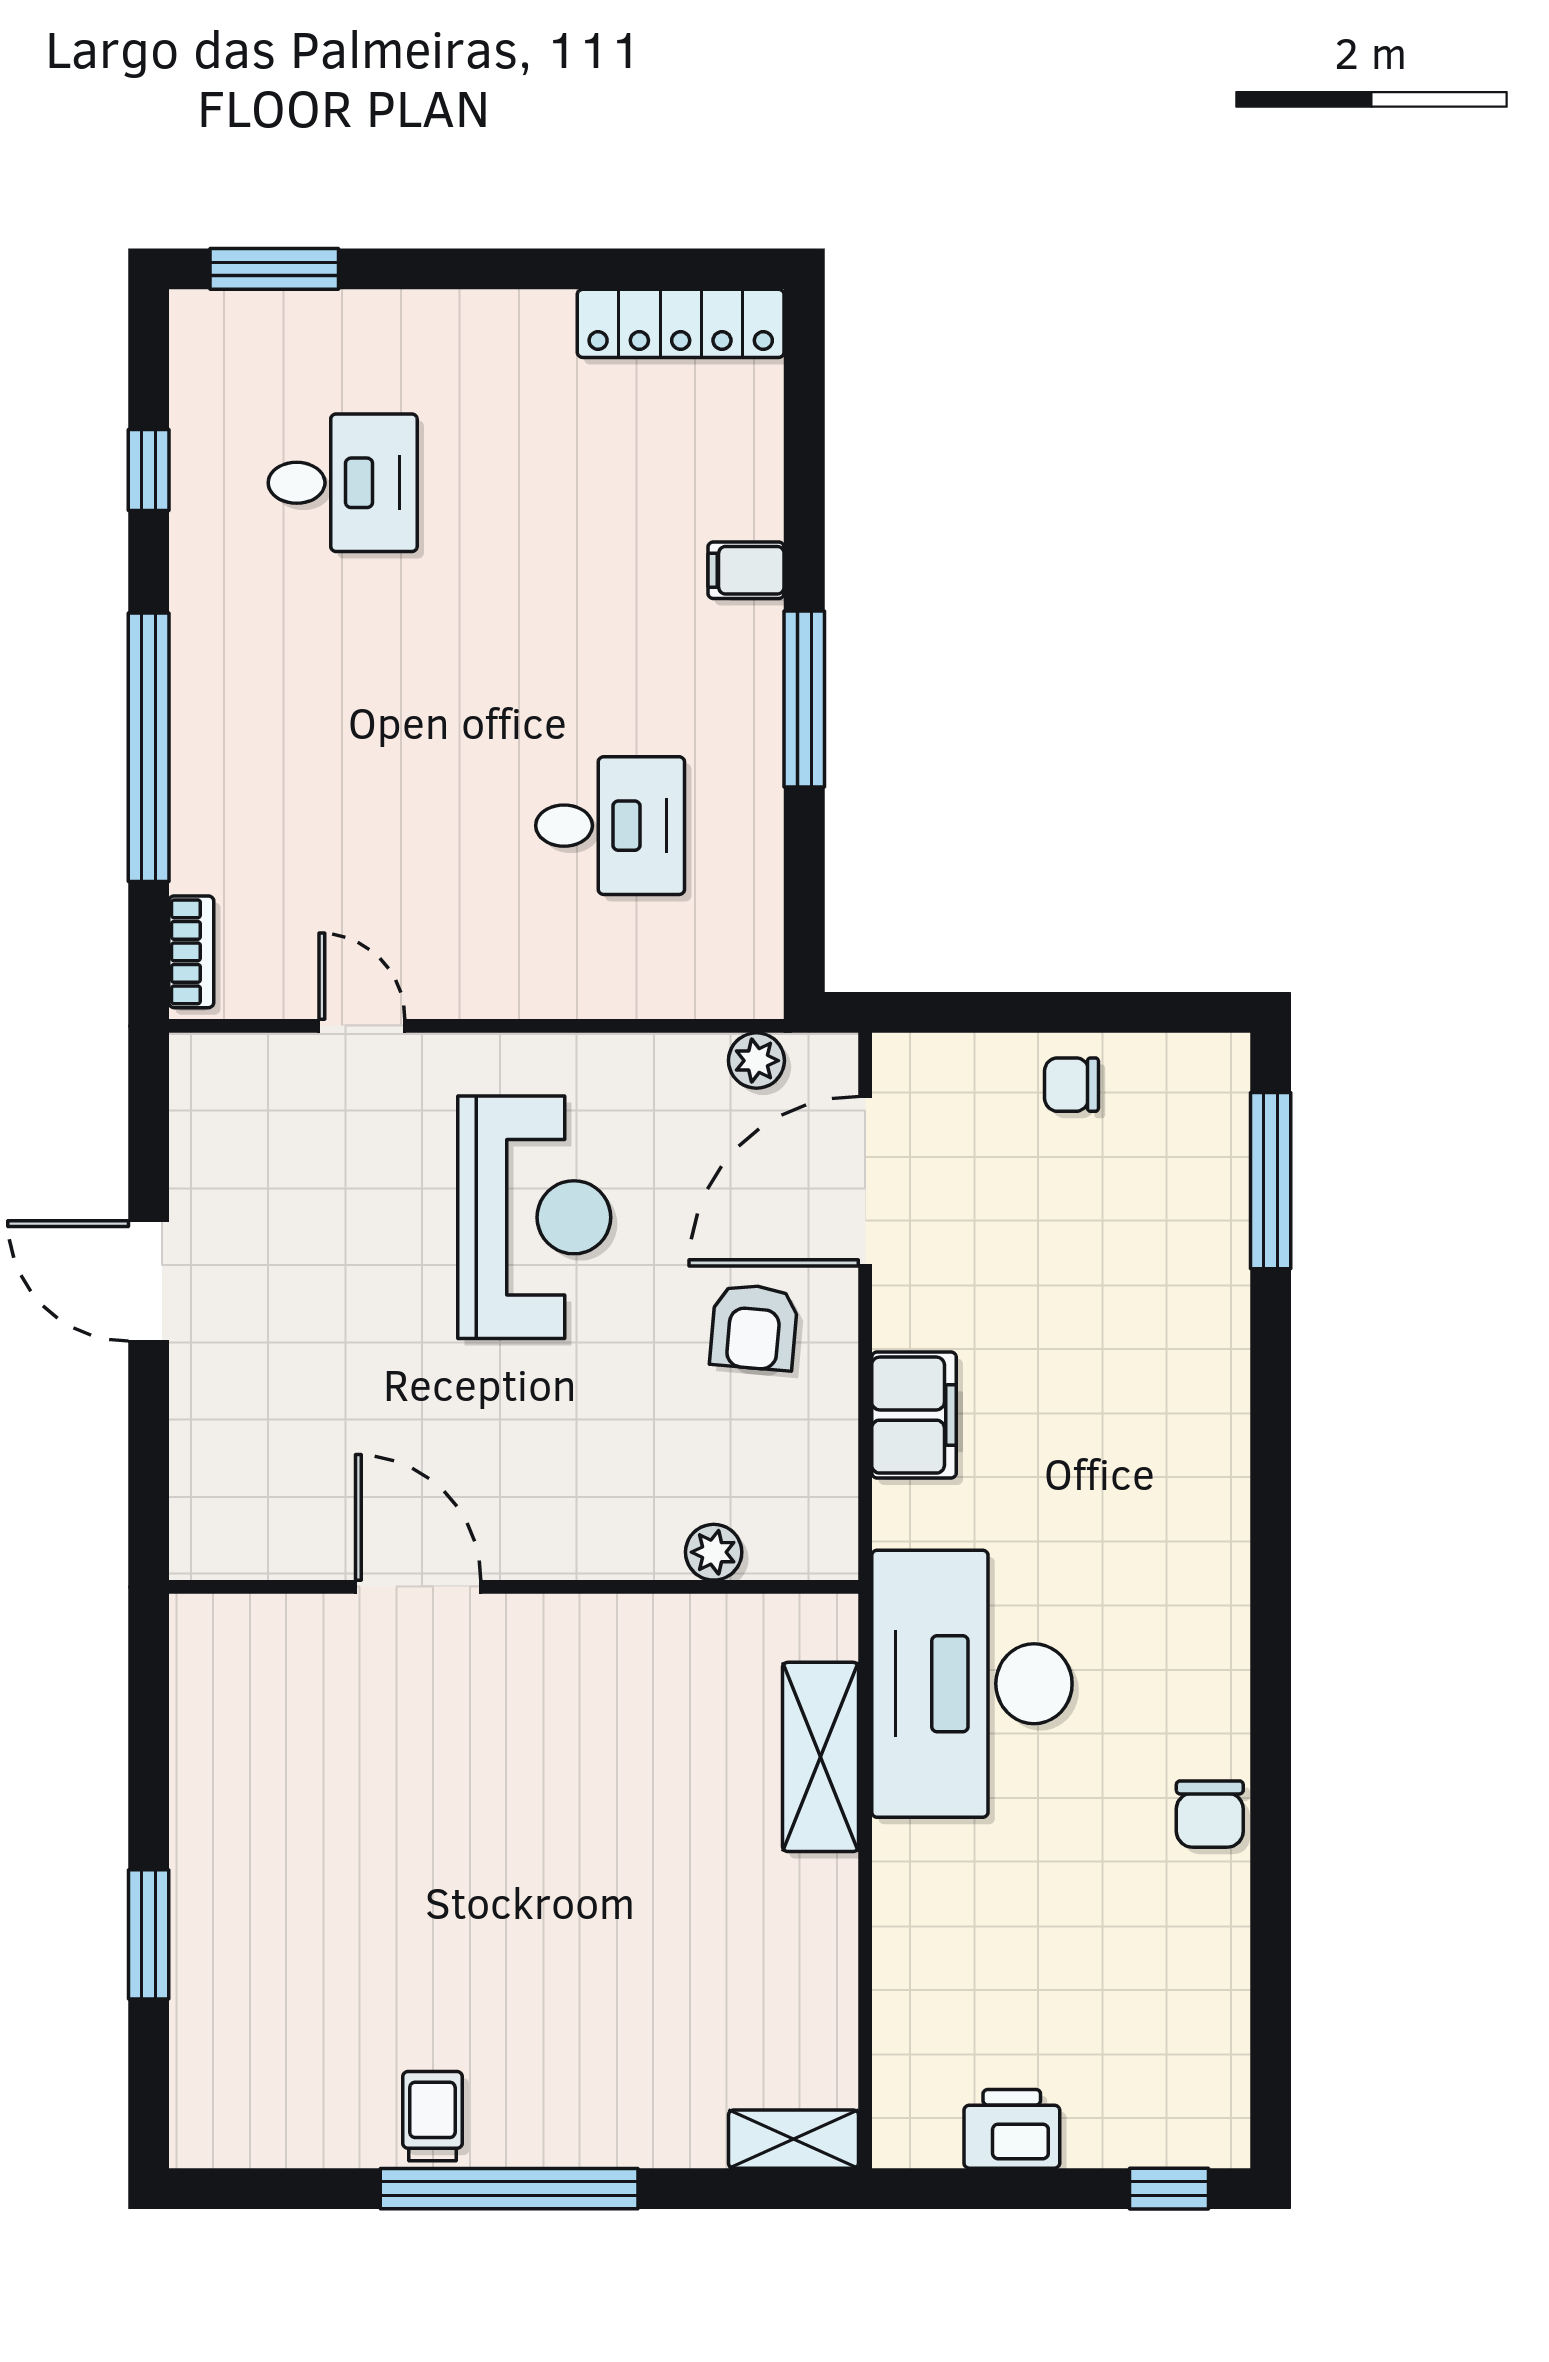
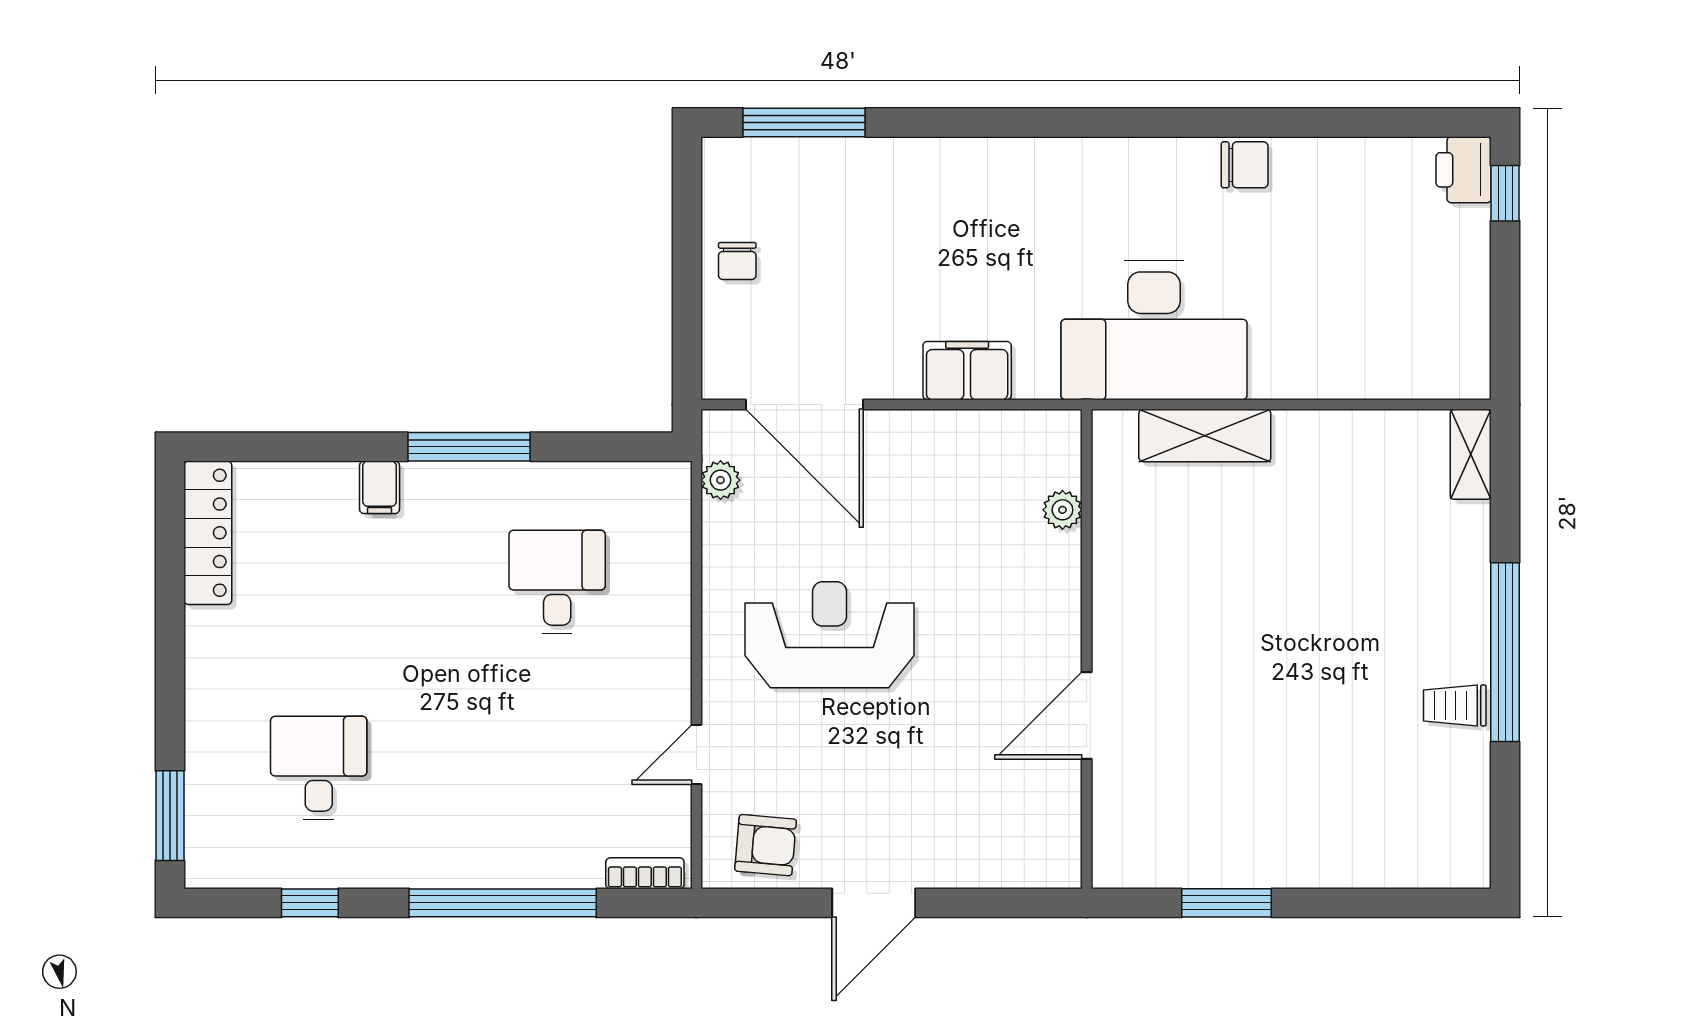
armchair: (754, 1327) -> (766, 845), moved
window: (149, 1934) -> (1227, 903), moved
printer: (1012, 2129) -> (1464, 170), moved

